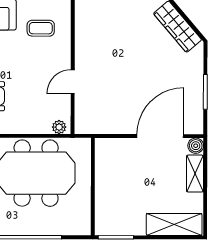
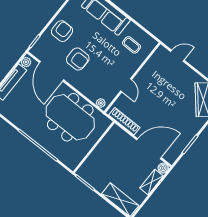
door: (73, 82) -> (126, 85), swing flipped
shoe rack: (105, 126) -> (124, 121), added

